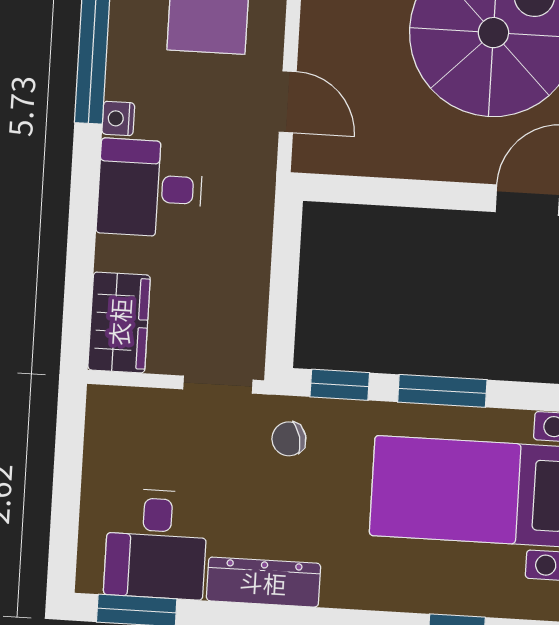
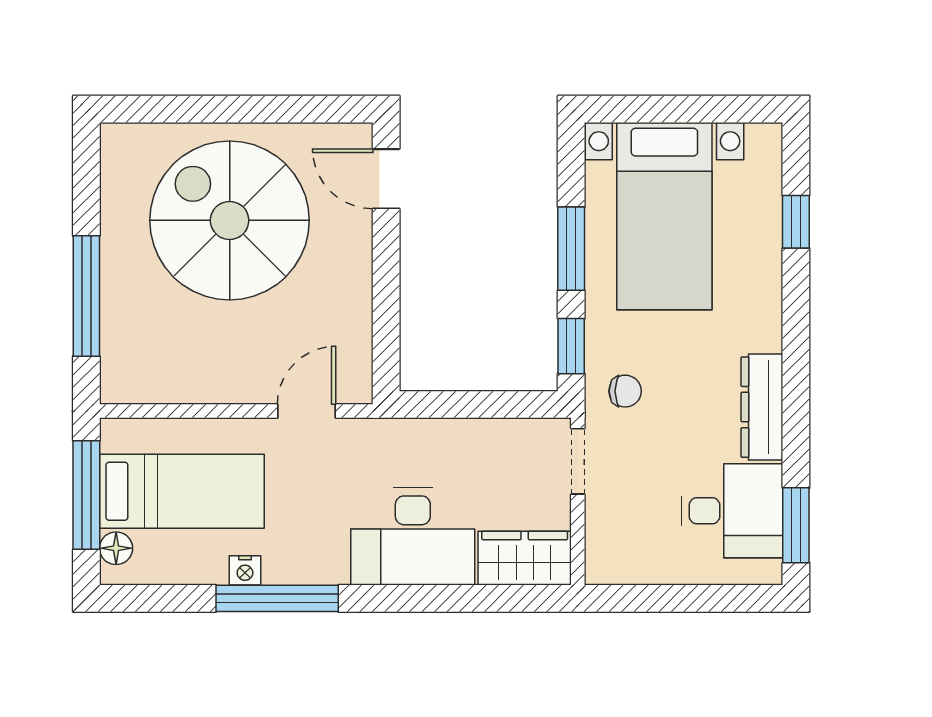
nightstand: (118, 118) -> (245, 570), moved
desk: (150, 188) -> (413, 537), width x1.37
chair: (289, 439) -> (625, 391), turned -76

